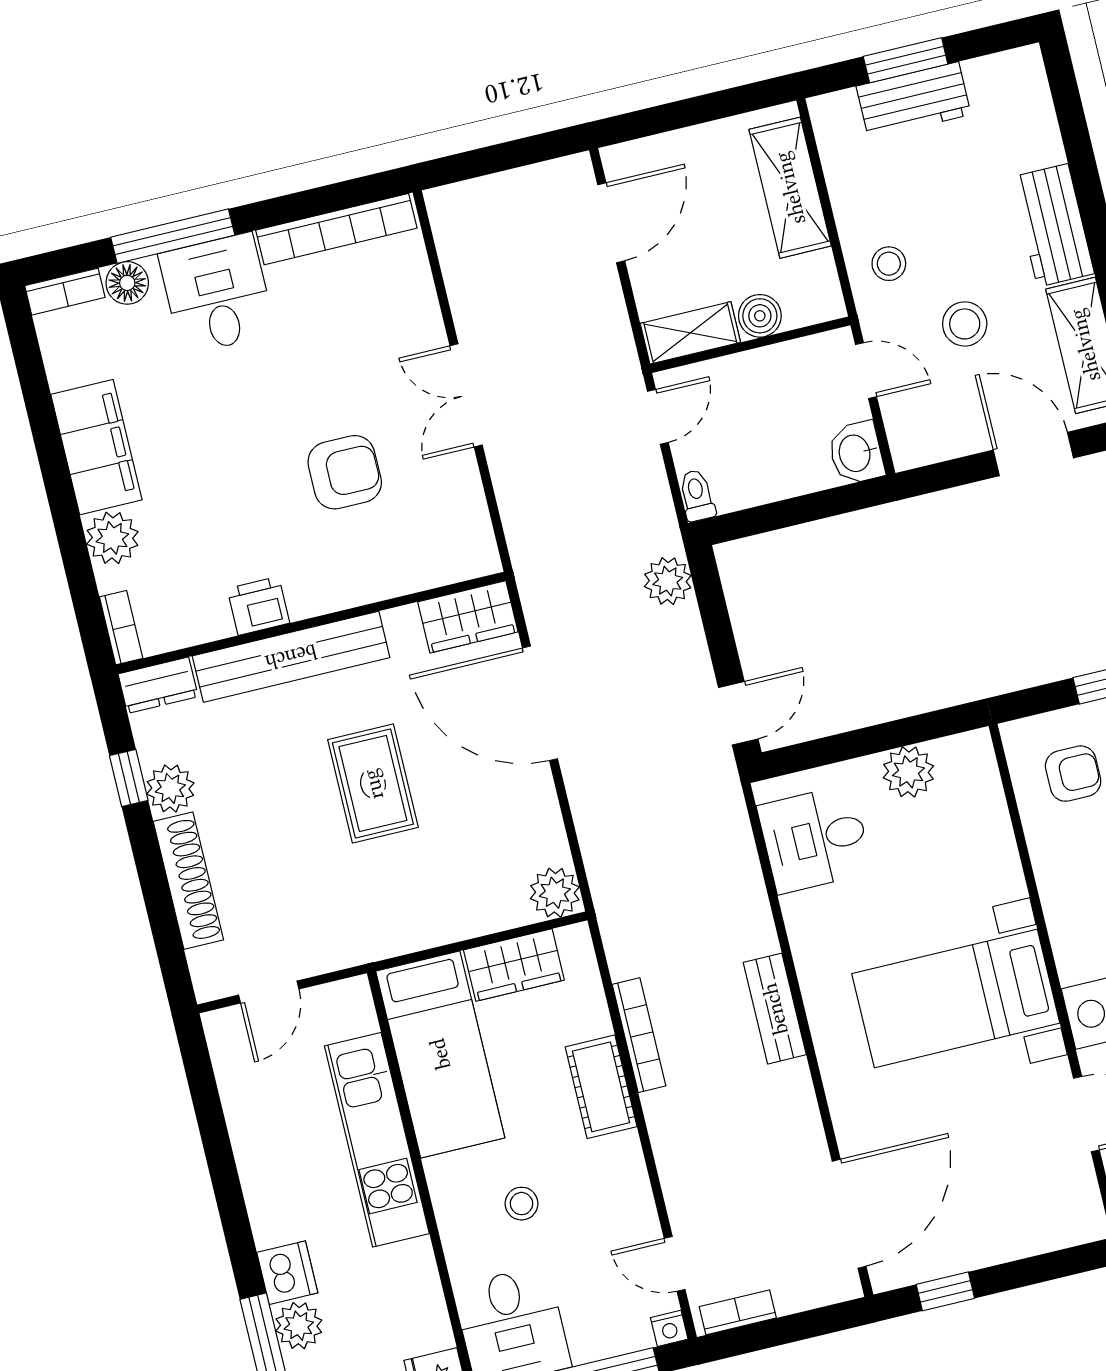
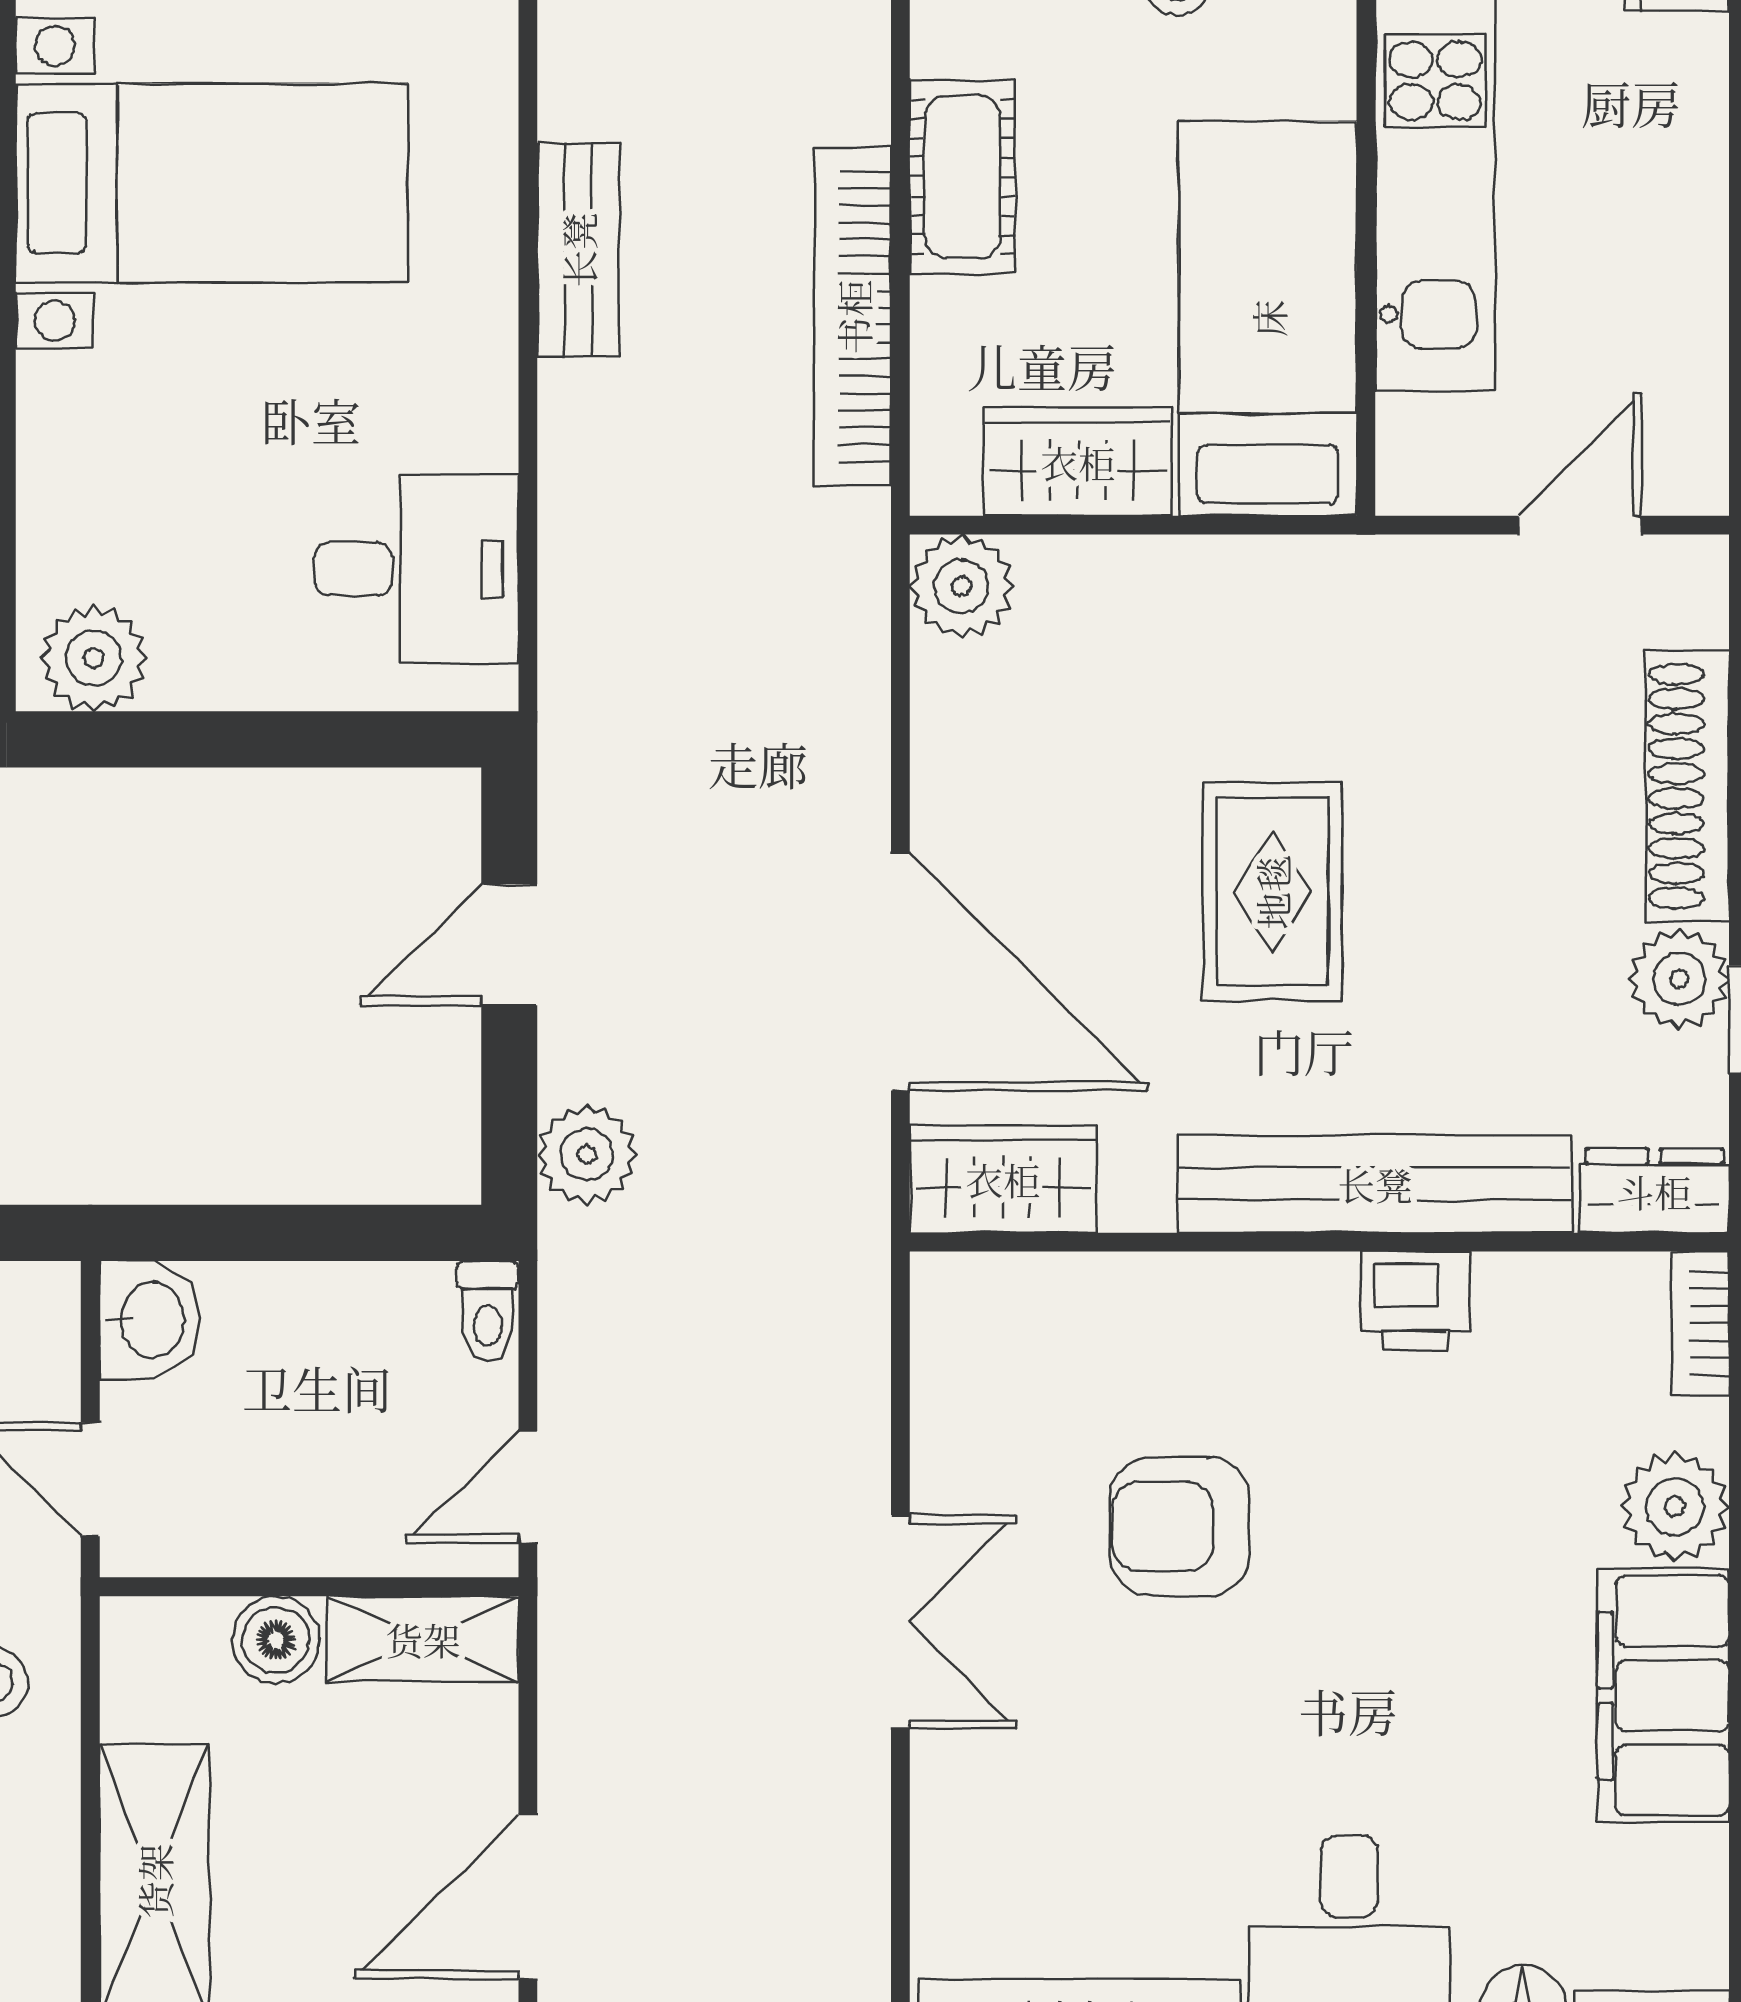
door: (738, 713) -> (509, 945), moved
plant: (908, 772) -> (94, 658), moved
bookcase: (639, 1035) -> (853, 317), width x1.48, depth x1.31

